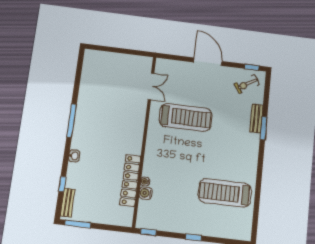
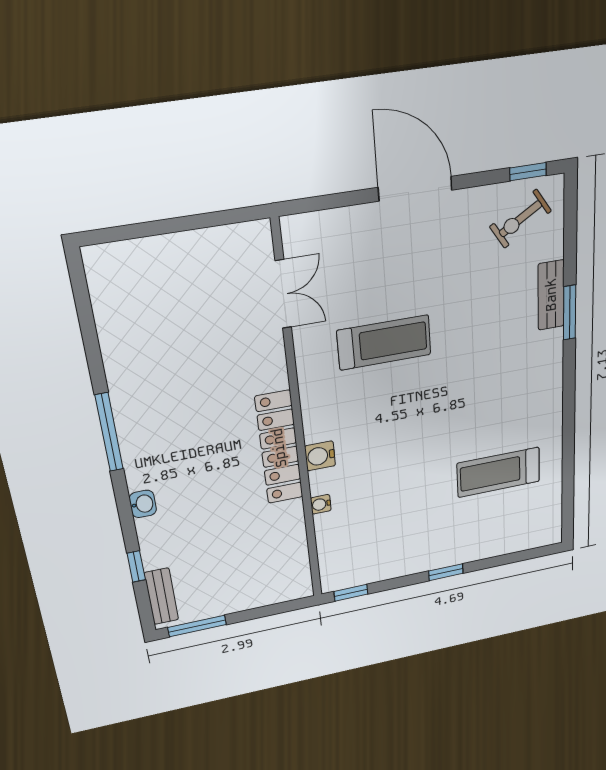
treadmill: (186, 117) -> (384, 343), width x0.73, depth x0.73
locker: (130, 180) -> (279, 448), moved
water cooler: (146, 193) -> (320, 456), moved
treadmill: (225, 193) -> (498, 472), width x0.73, depth x0.73

